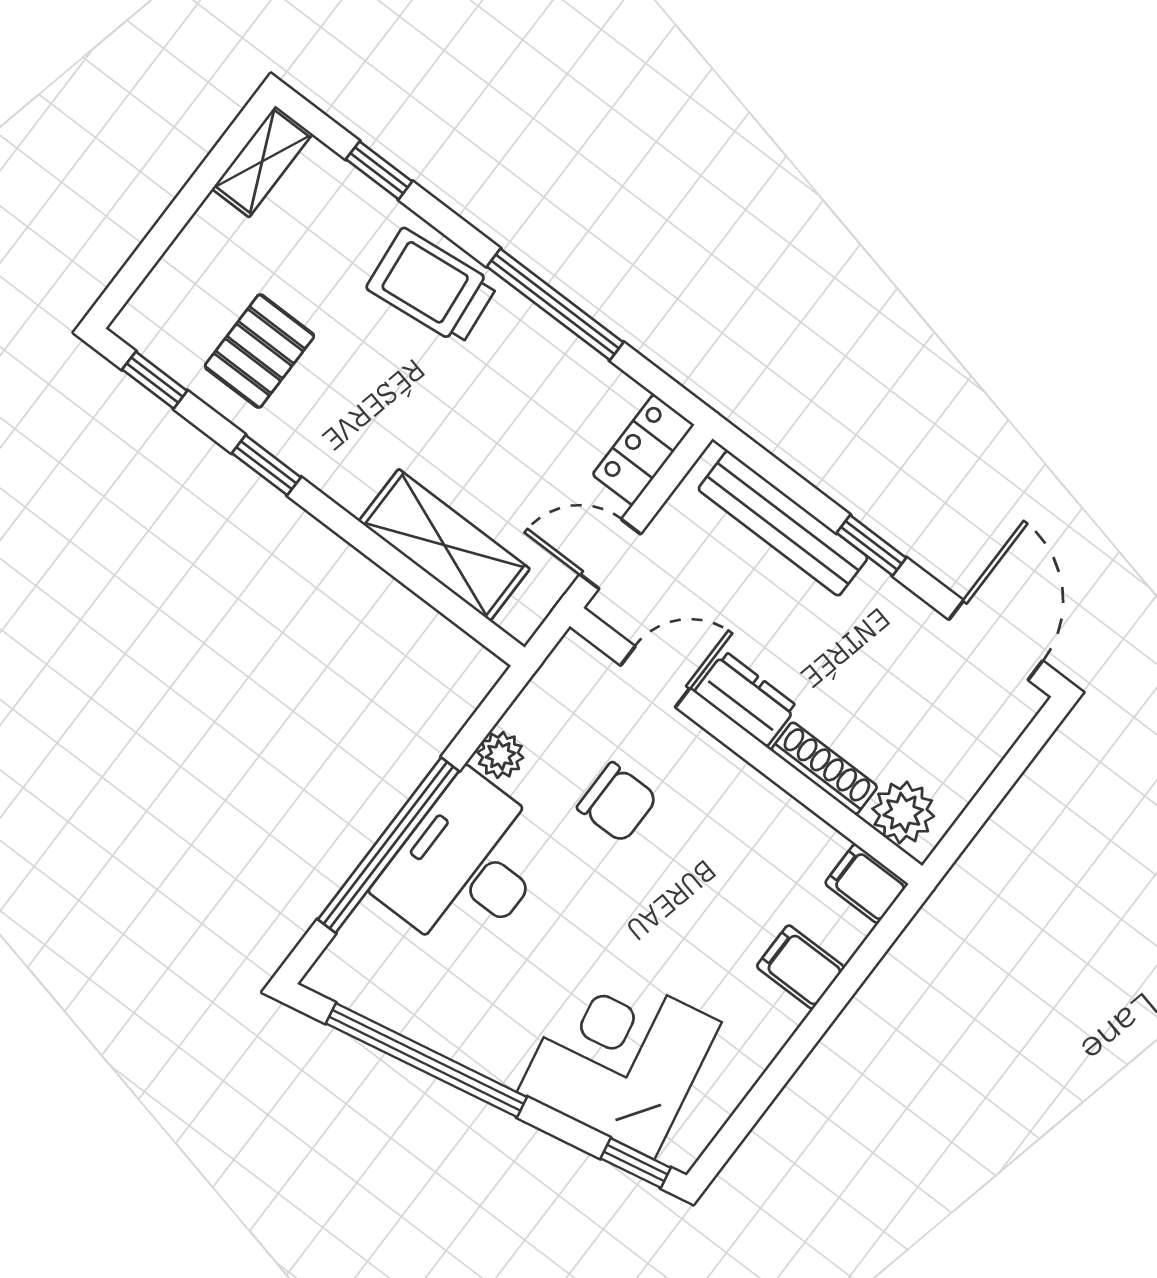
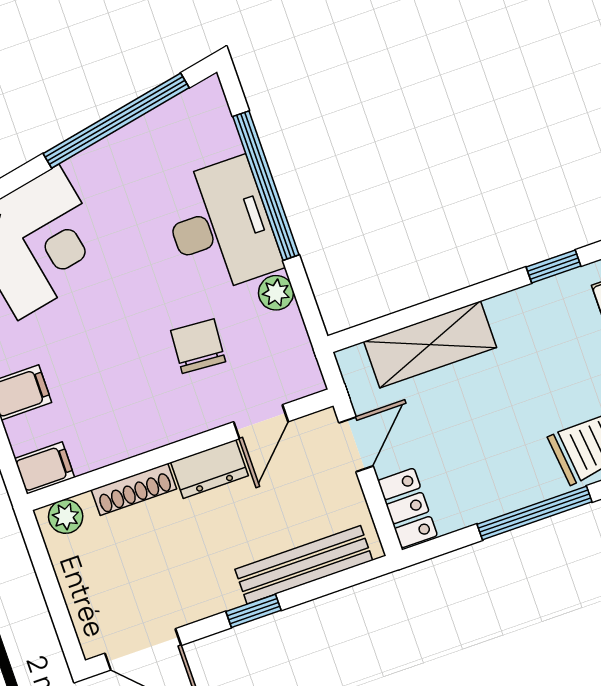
chair: (617, 802) -> (198, 346), turned 94
plant: (903, 813) -> (66, 517), width x0.73, depth x0.73

